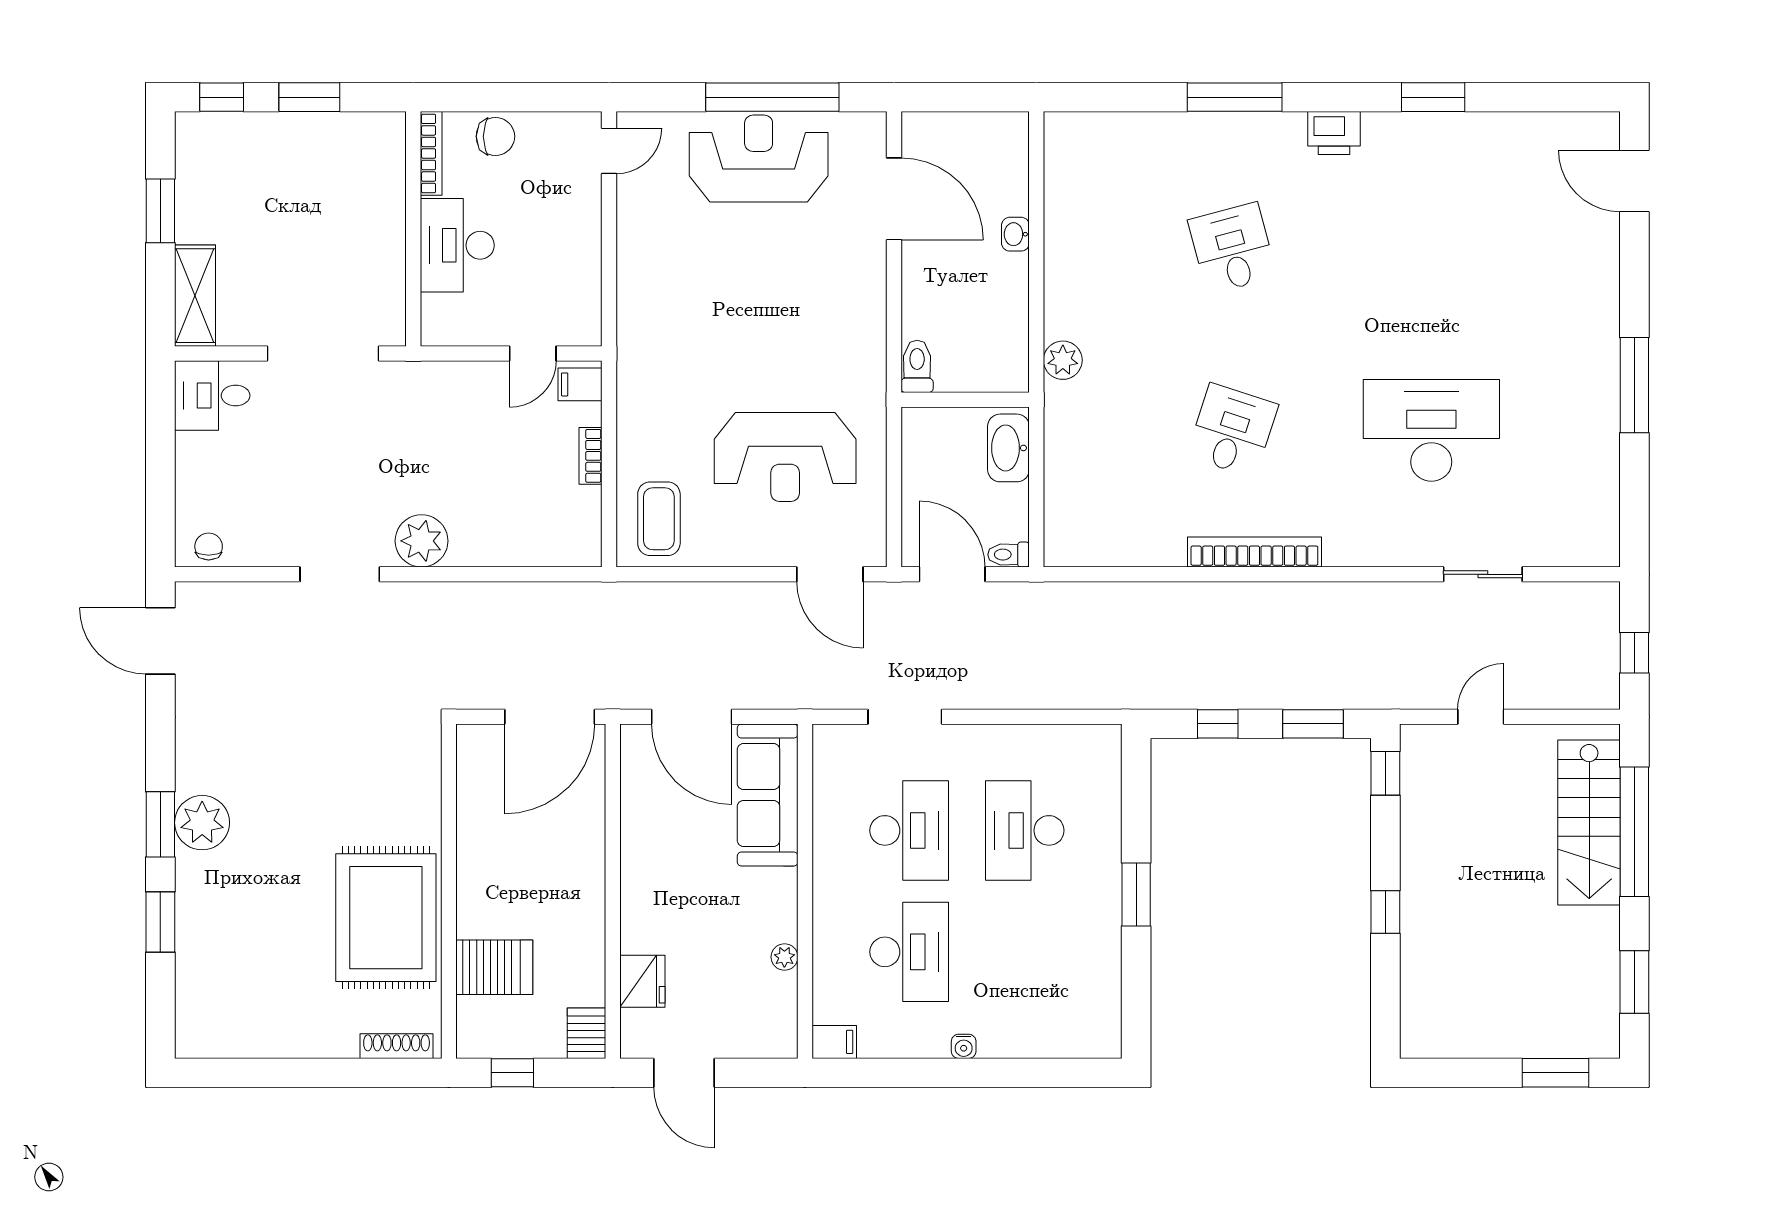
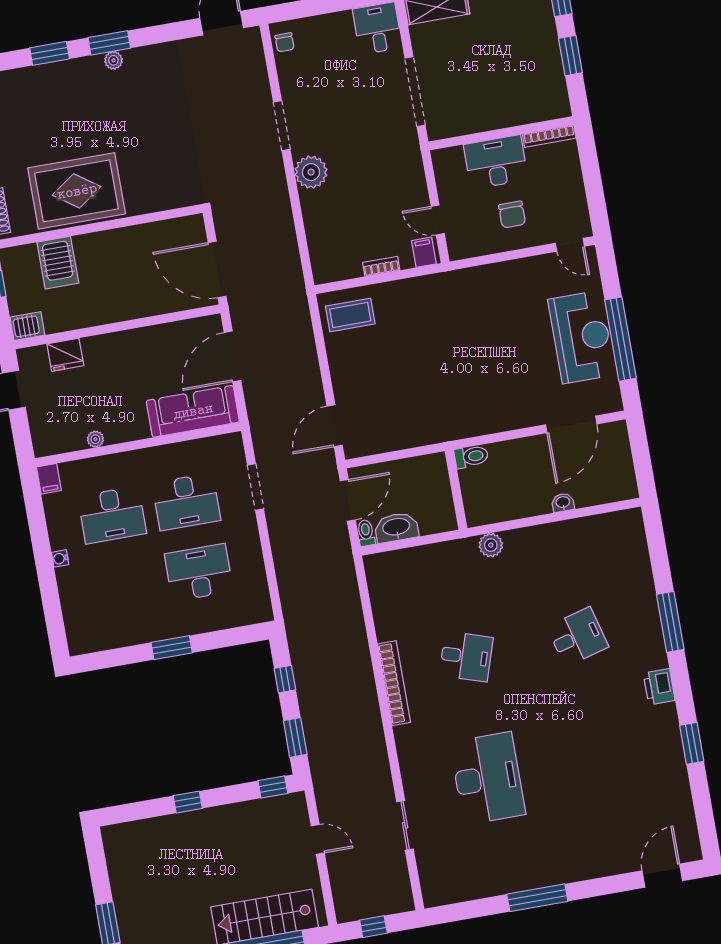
chair: (495, 136) -> (512, 215), moved
washbasin: (1008, 448) -> (396, 527), moved
reception desk: (785, 457) -> (402, 386), removed
chair: (209, 546) -> (285, 42), turned 90
plant: (202, 823) -> (113, 60), width x0.53, depth x0.53

